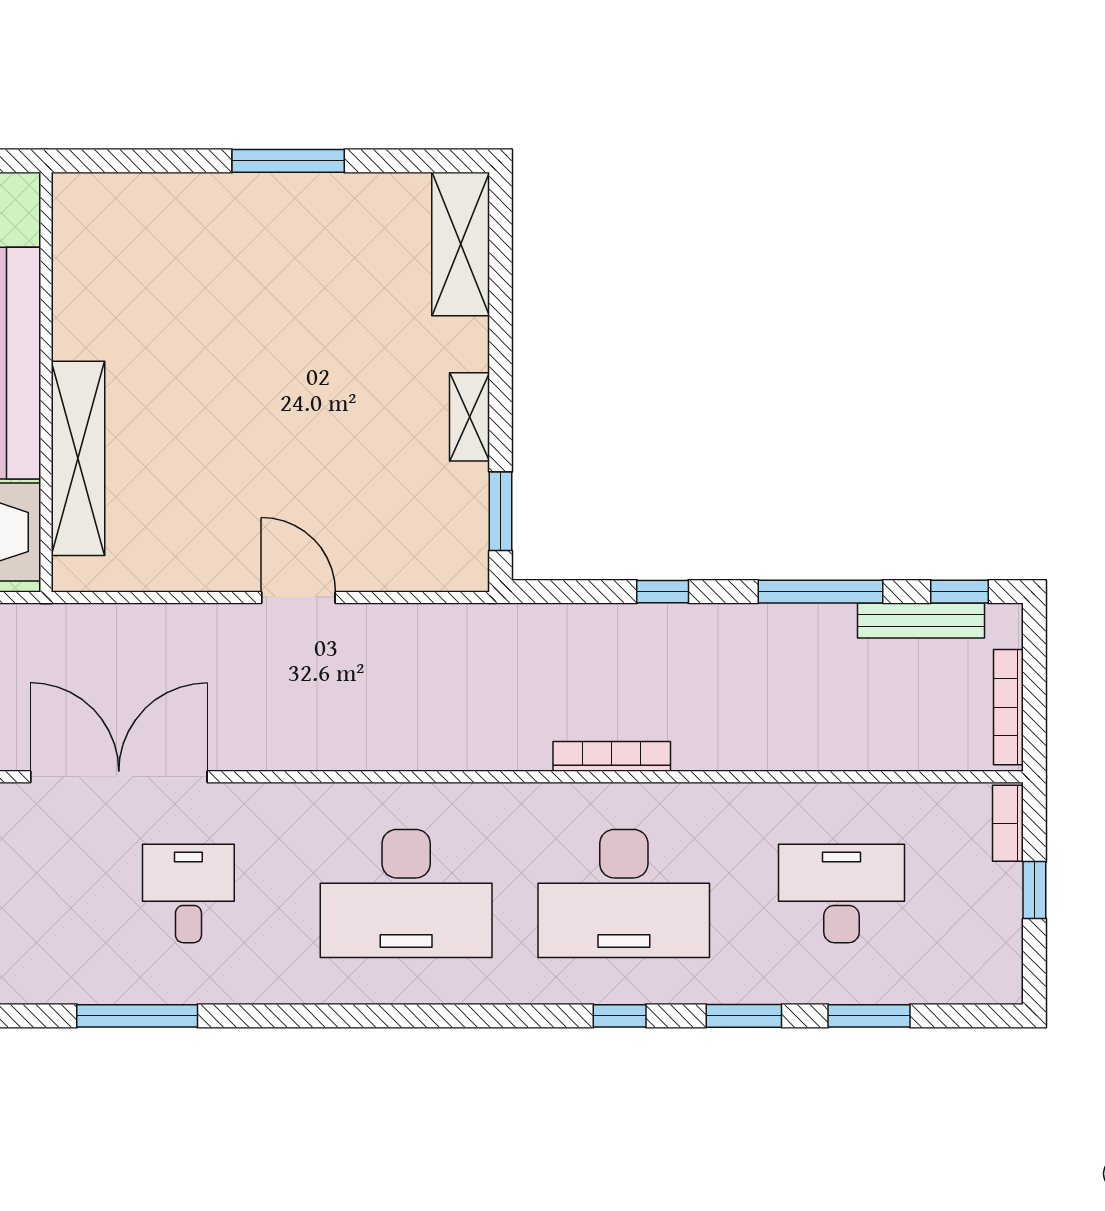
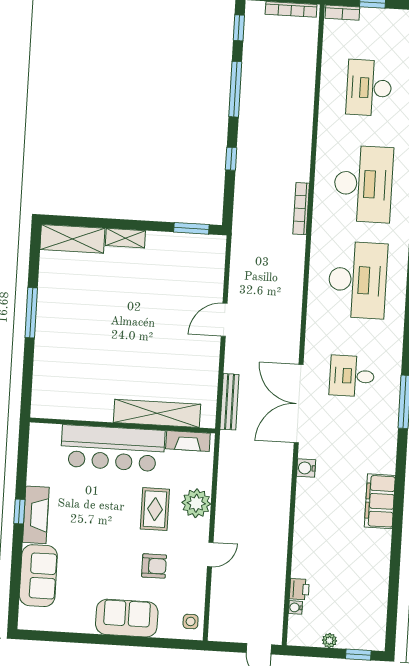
shelving: (469, 417) -> (125, 238), moved
bench: (921, 620) -> (229, 402), moved
bookcase: (612, 756) -> (301, 209), moved

